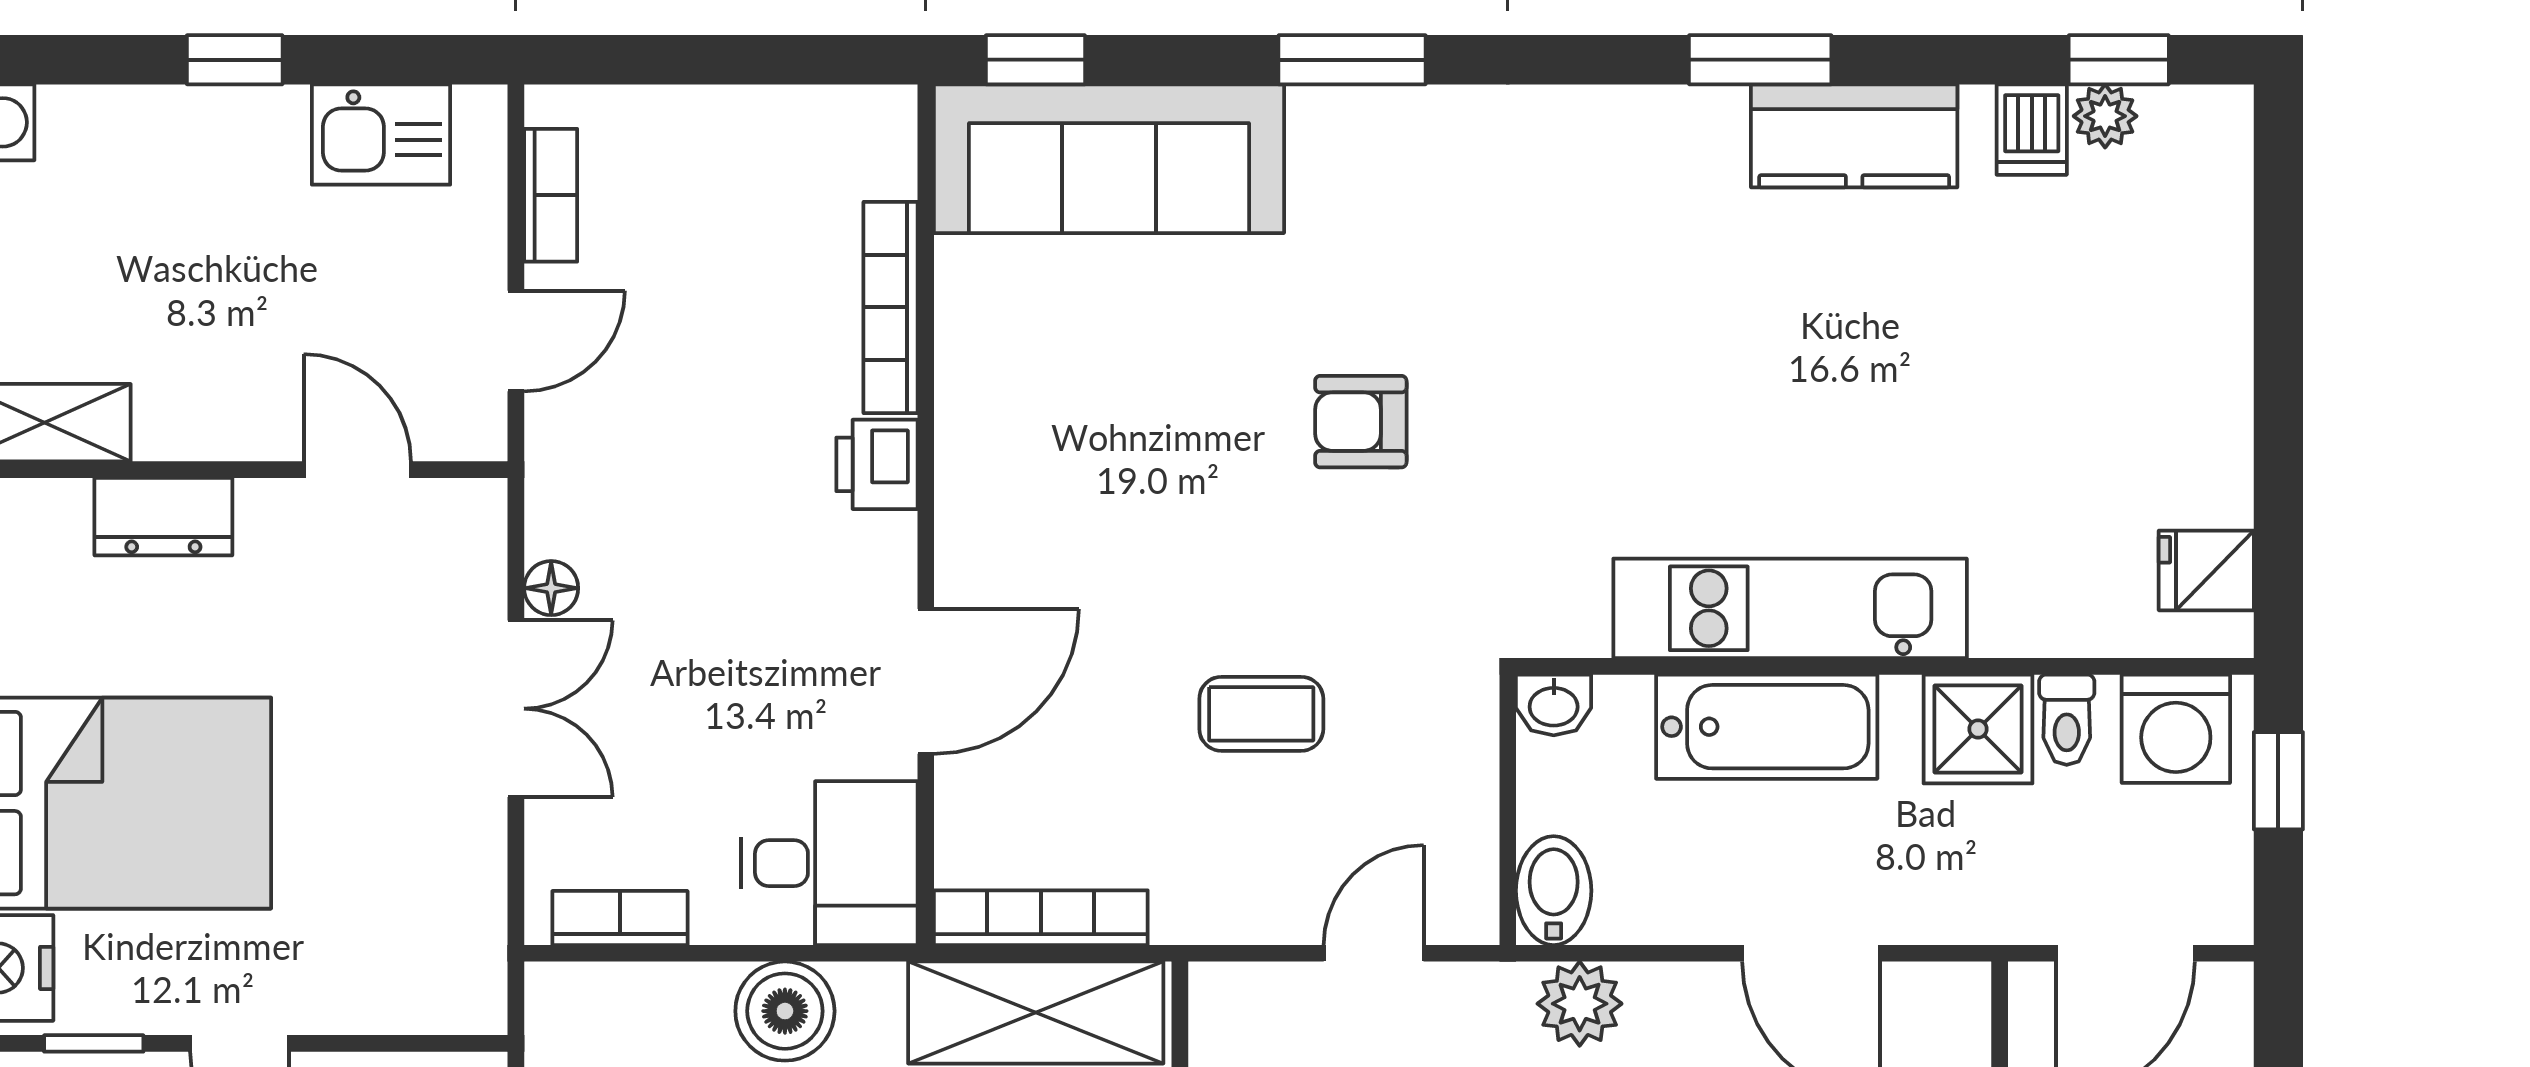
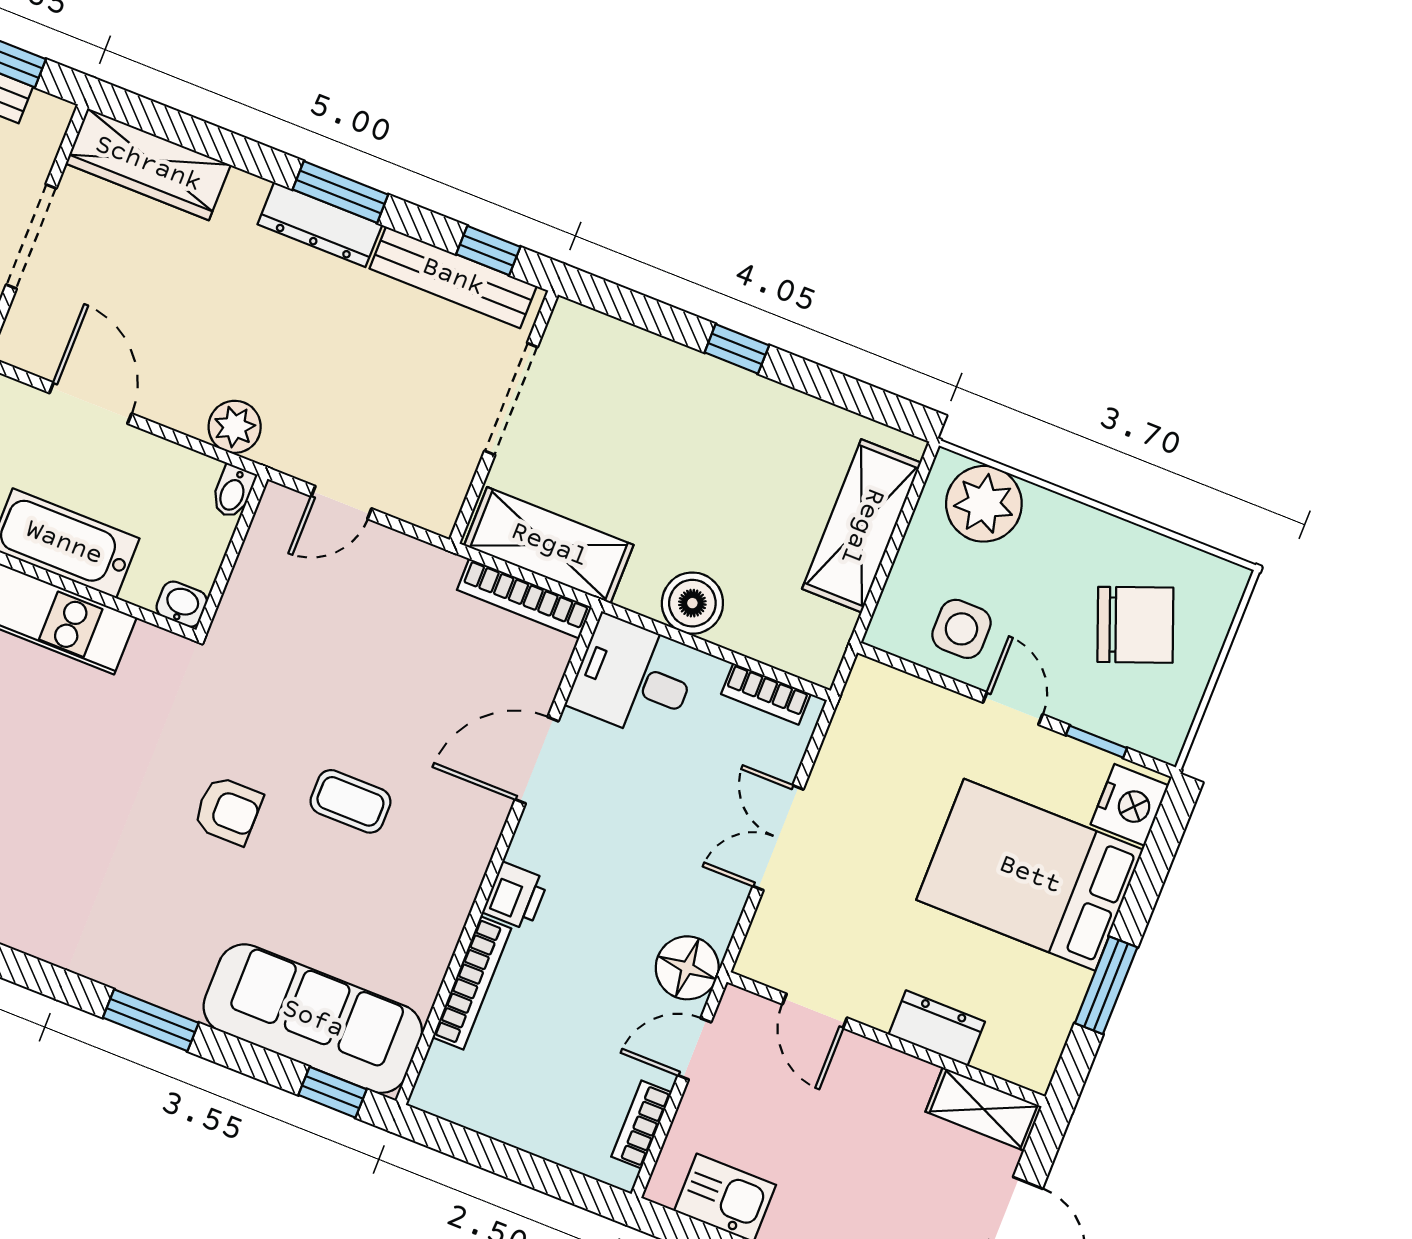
floor lamp: (551, 588) -> (687, 968), moved, width x1.89, depth x1.89
coffee table: (1261, 714) -> (350, 801), moved
bidet: (1554, 891) -> (233, 492), width x0.72, depth x0.74

